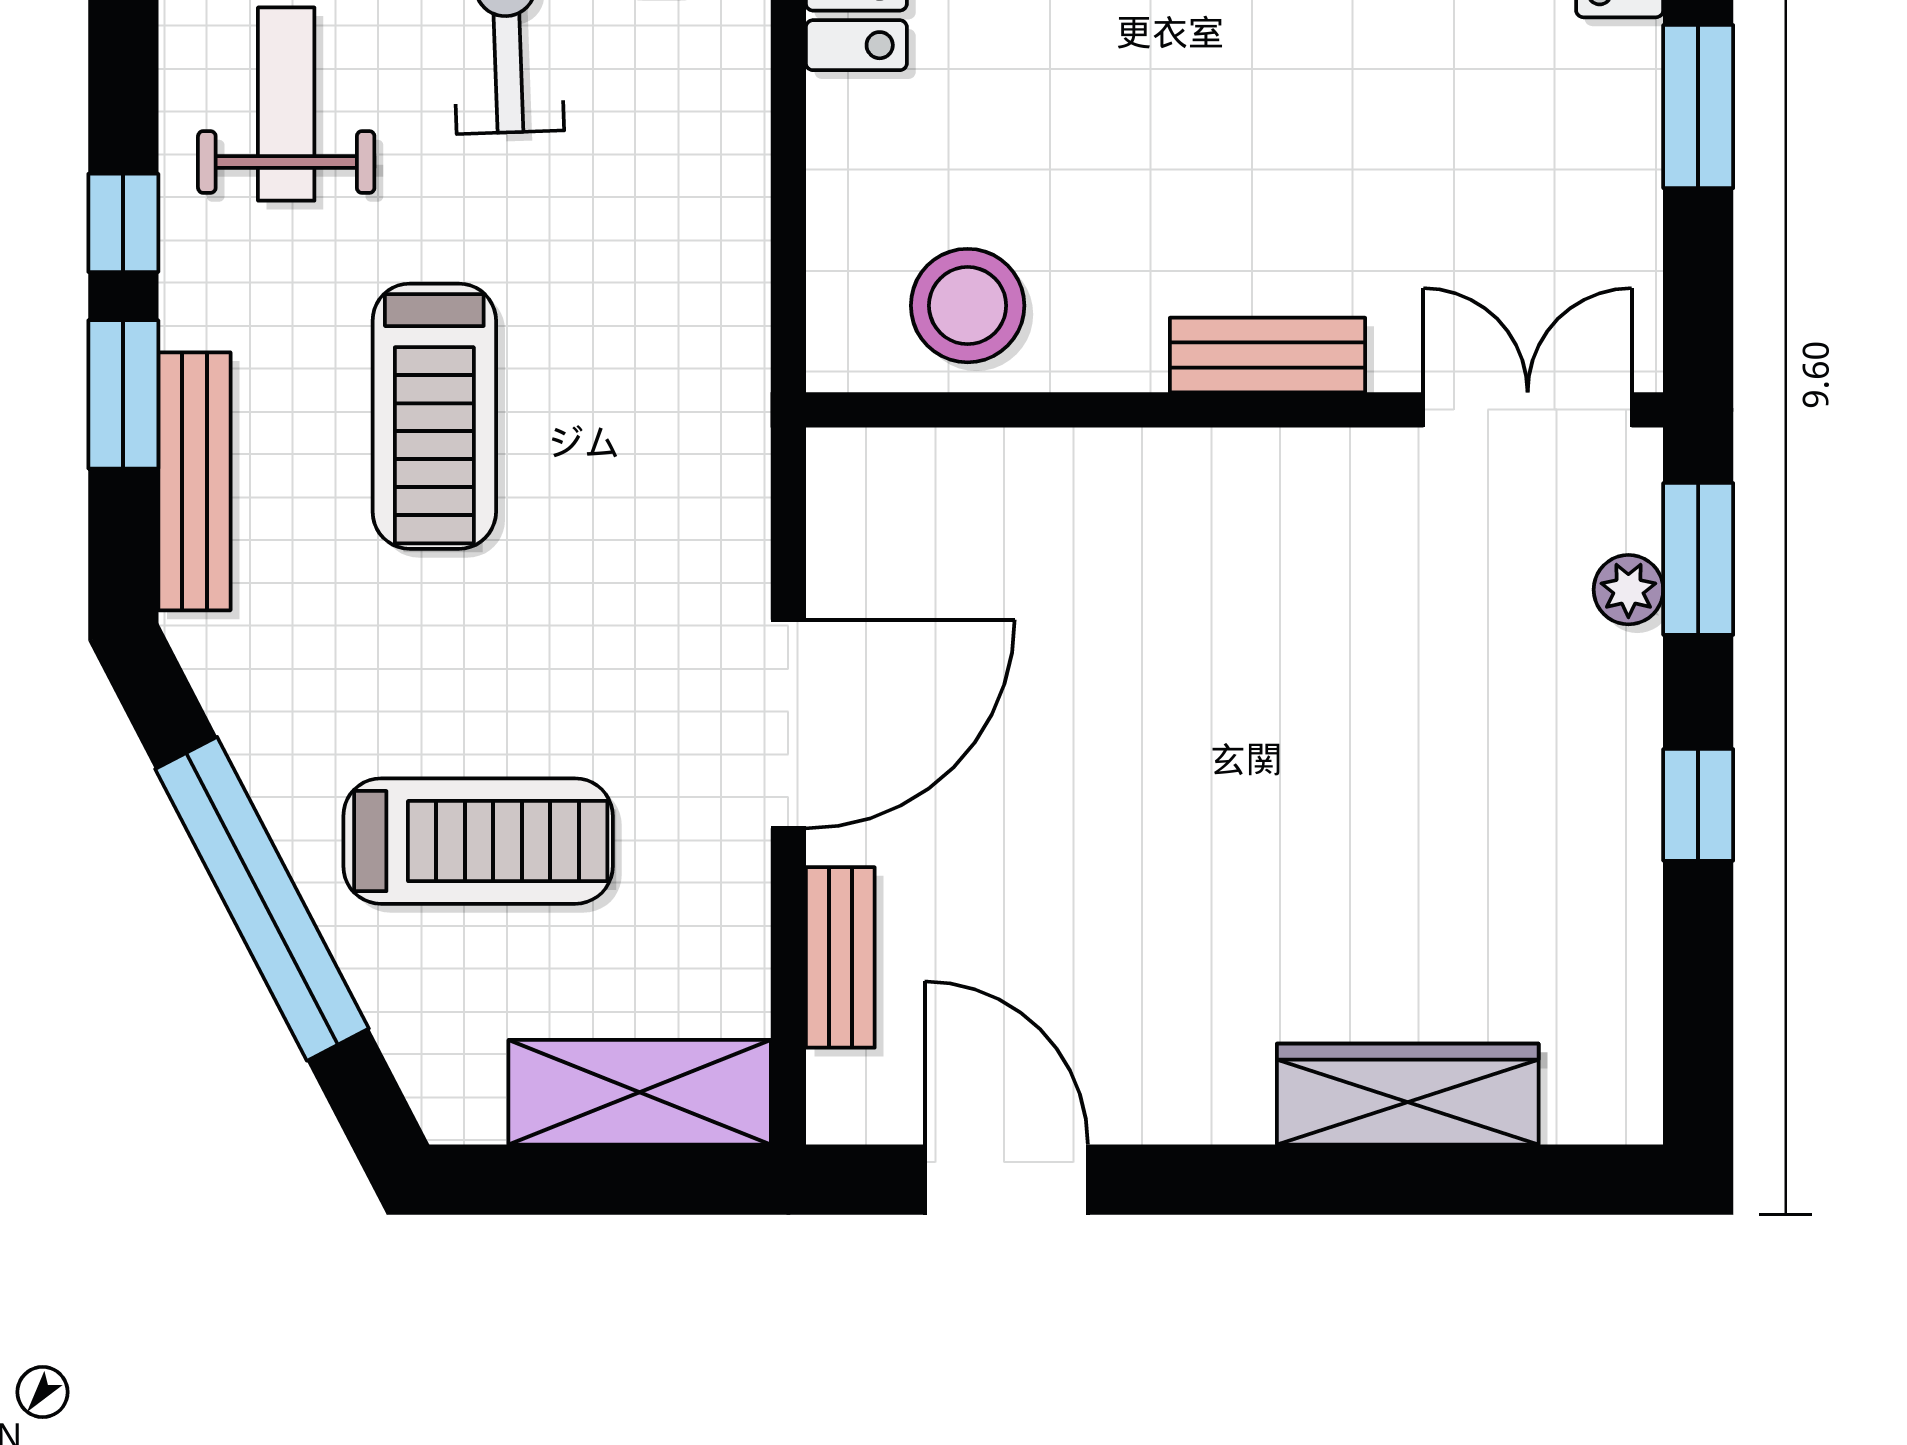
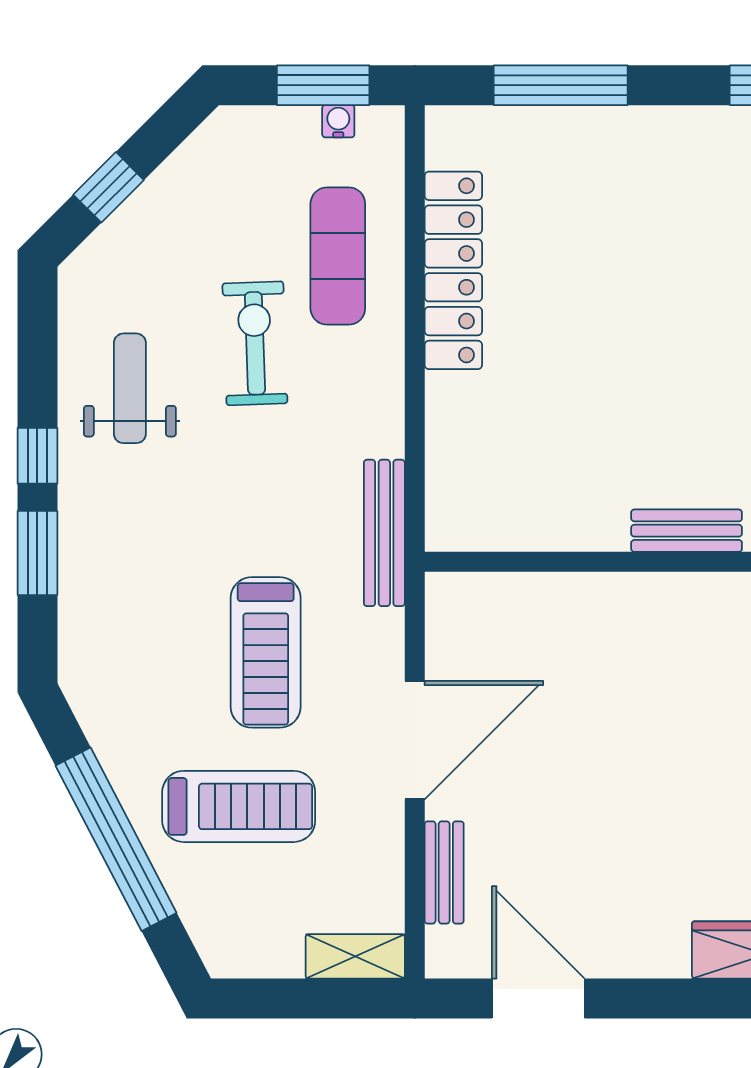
stool: (968, 306) -> (516, 503), removed
treadmill: (434, 416) -> (266, 652), moved
bench: (194, 481) -> (384, 533), moved
shelving: (640, 1092) -> (355, 956), width x0.67, depth x0.75

